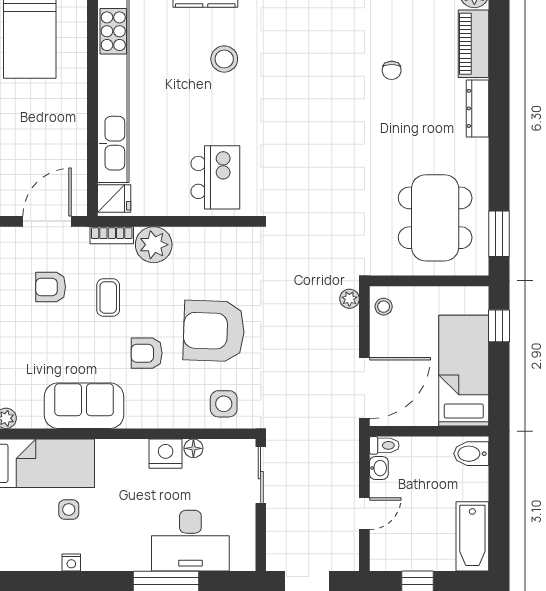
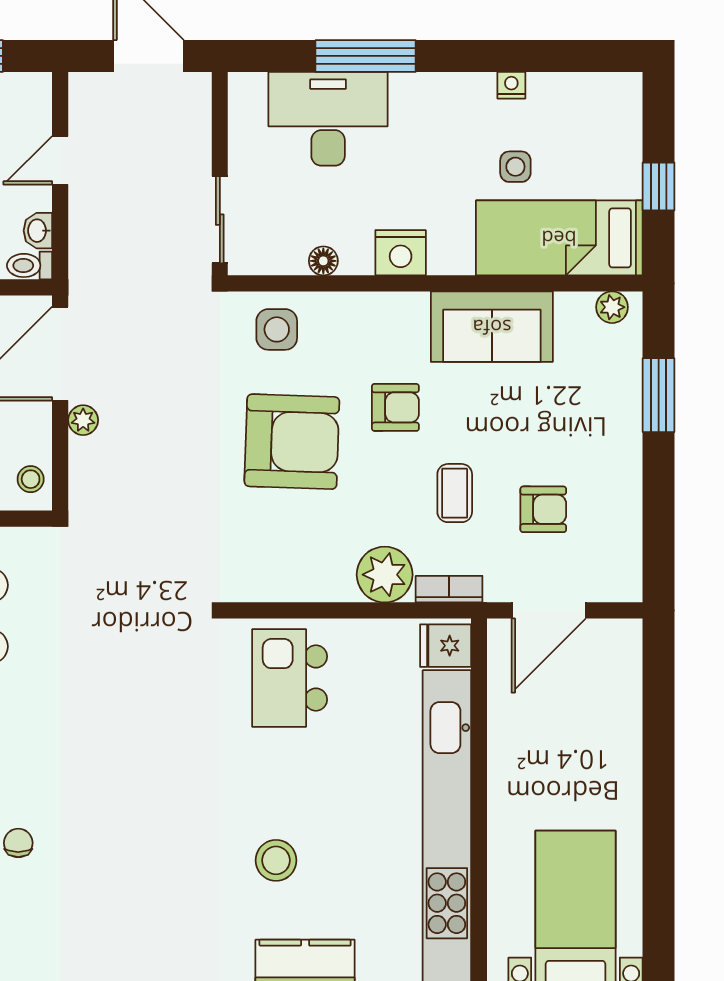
plant: (349, 299) -> (83, 420), moved
nightstand: (166, 454) -> (401, 253), moved

